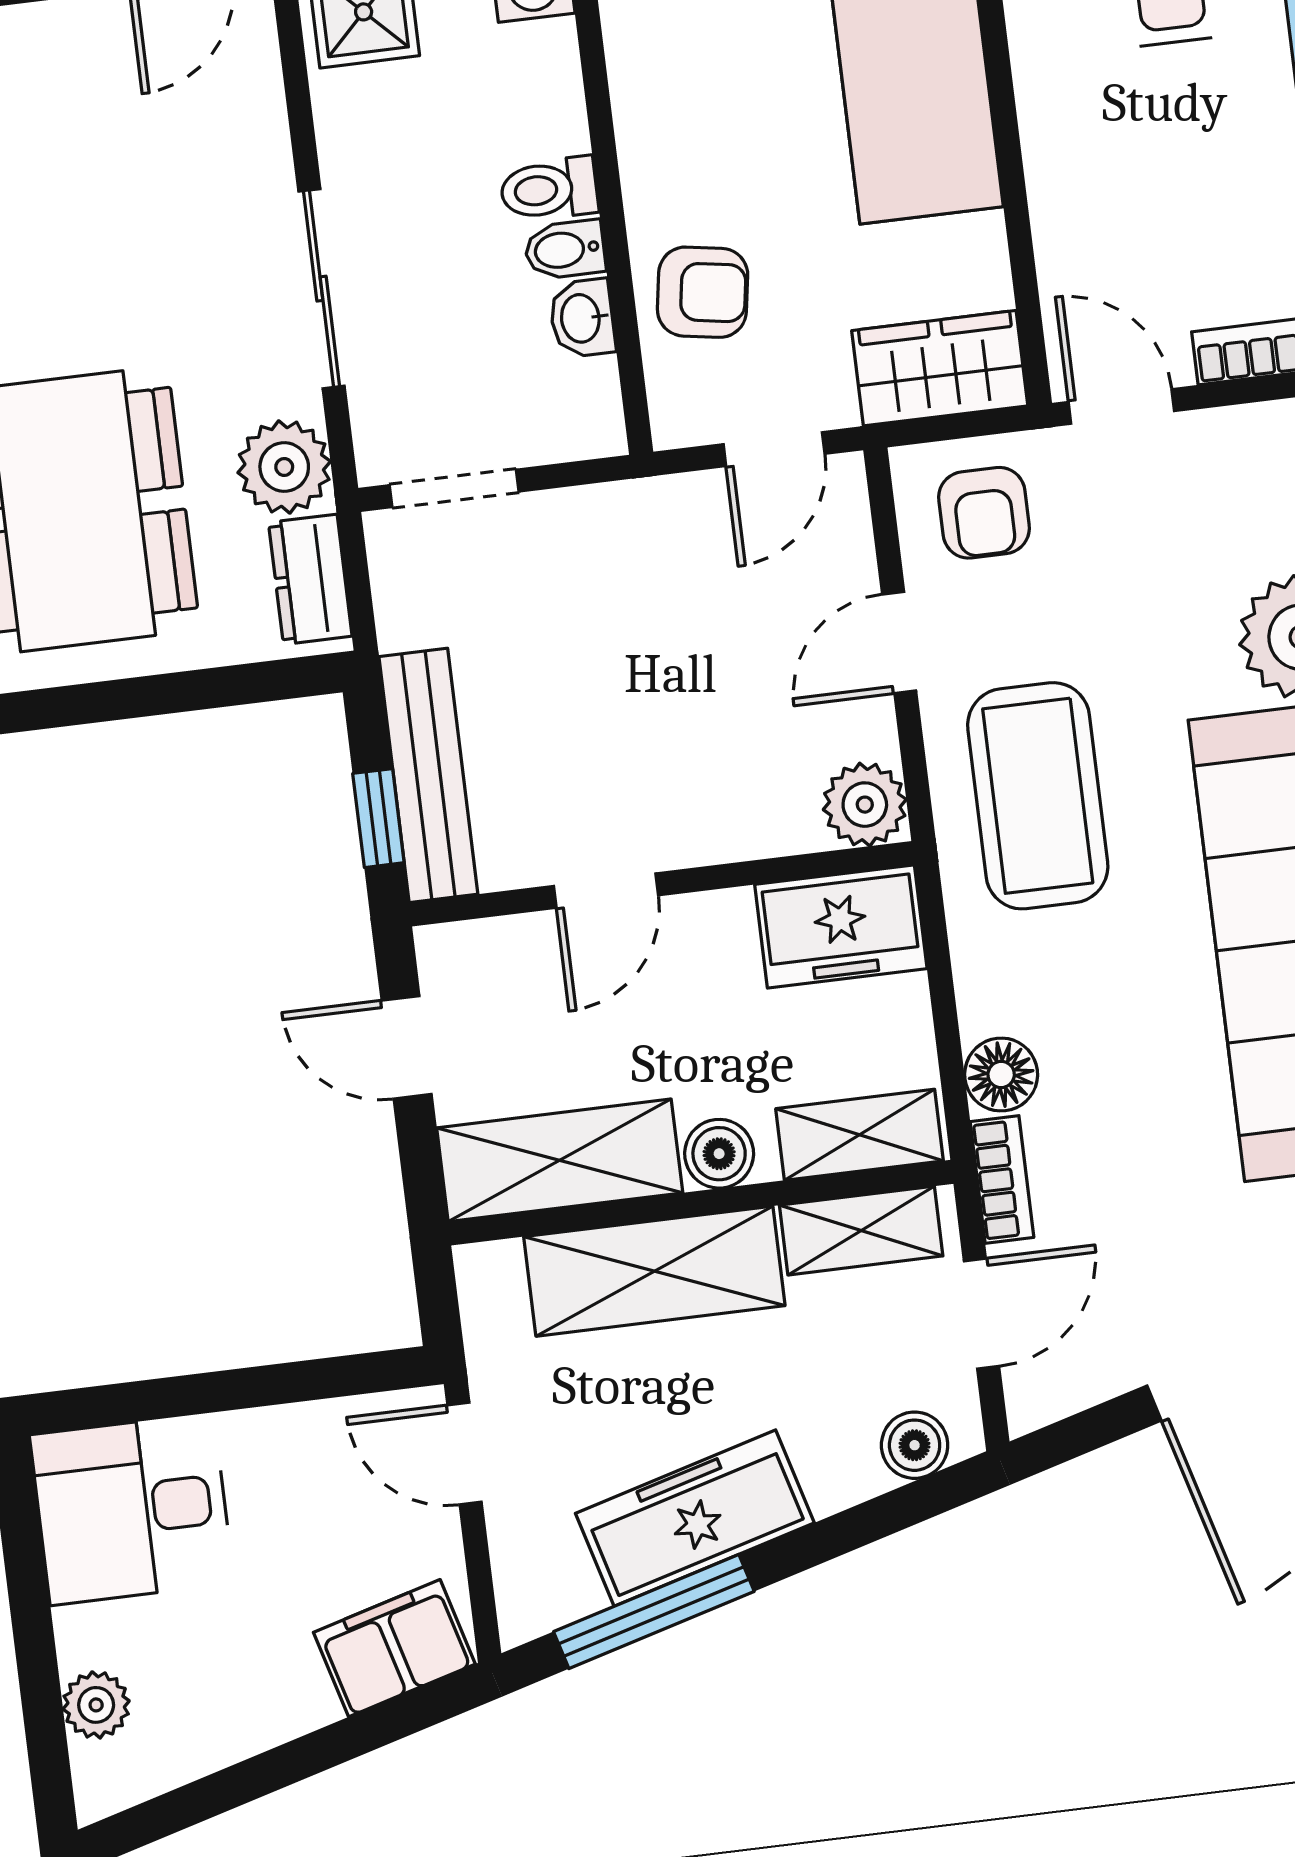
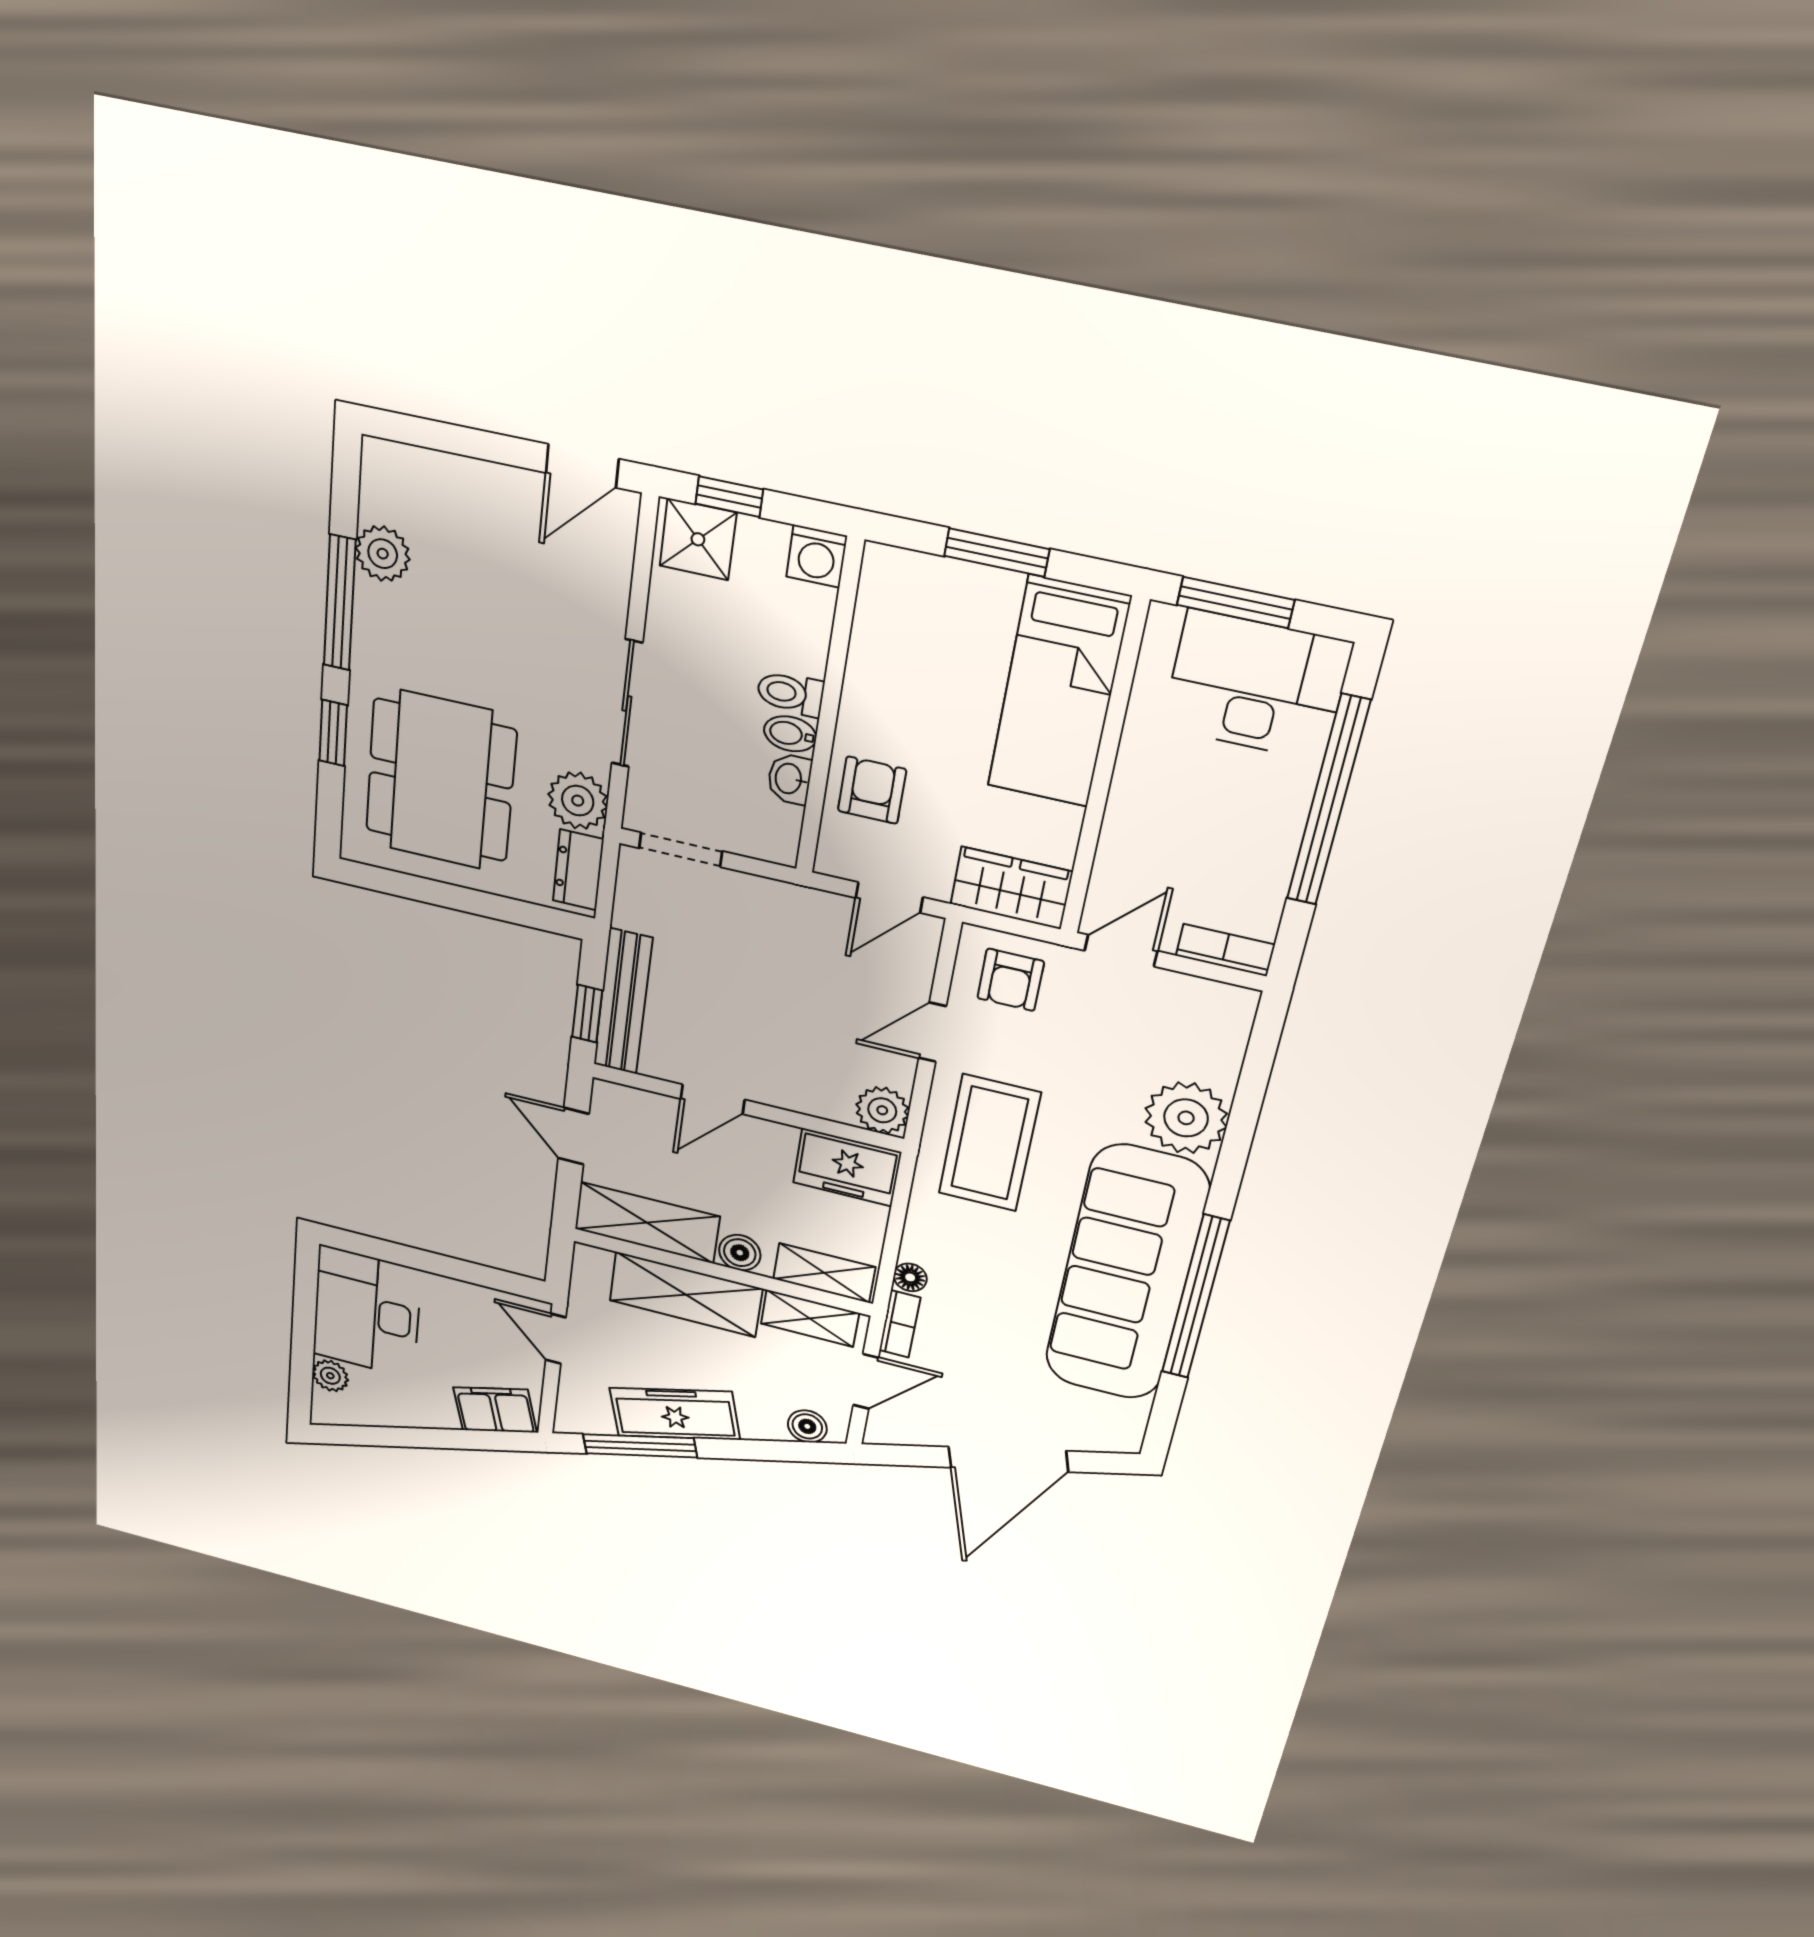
armchair: (703, 292) -> (872, 790), turned -99
door: (1121, 406) -> (1121, 951), hinge flipped
floor lamp: (1001, 1075) -> (910, 1277), width x0.73, depth x0.73
desk: (132, 1509) -> (367, 1312), width x1.37

